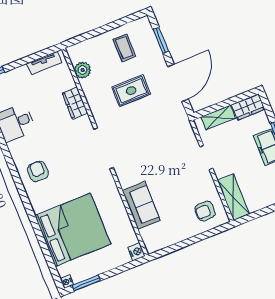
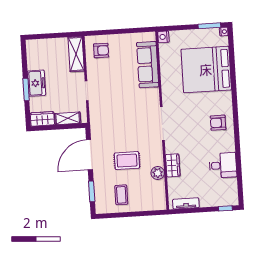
plant: (83, 70) -> (158, 173), moved
armchair: (38, 171) -> (218, 123), turned 90
sofa: (141, 206) -> (148, 65), width x1.36

